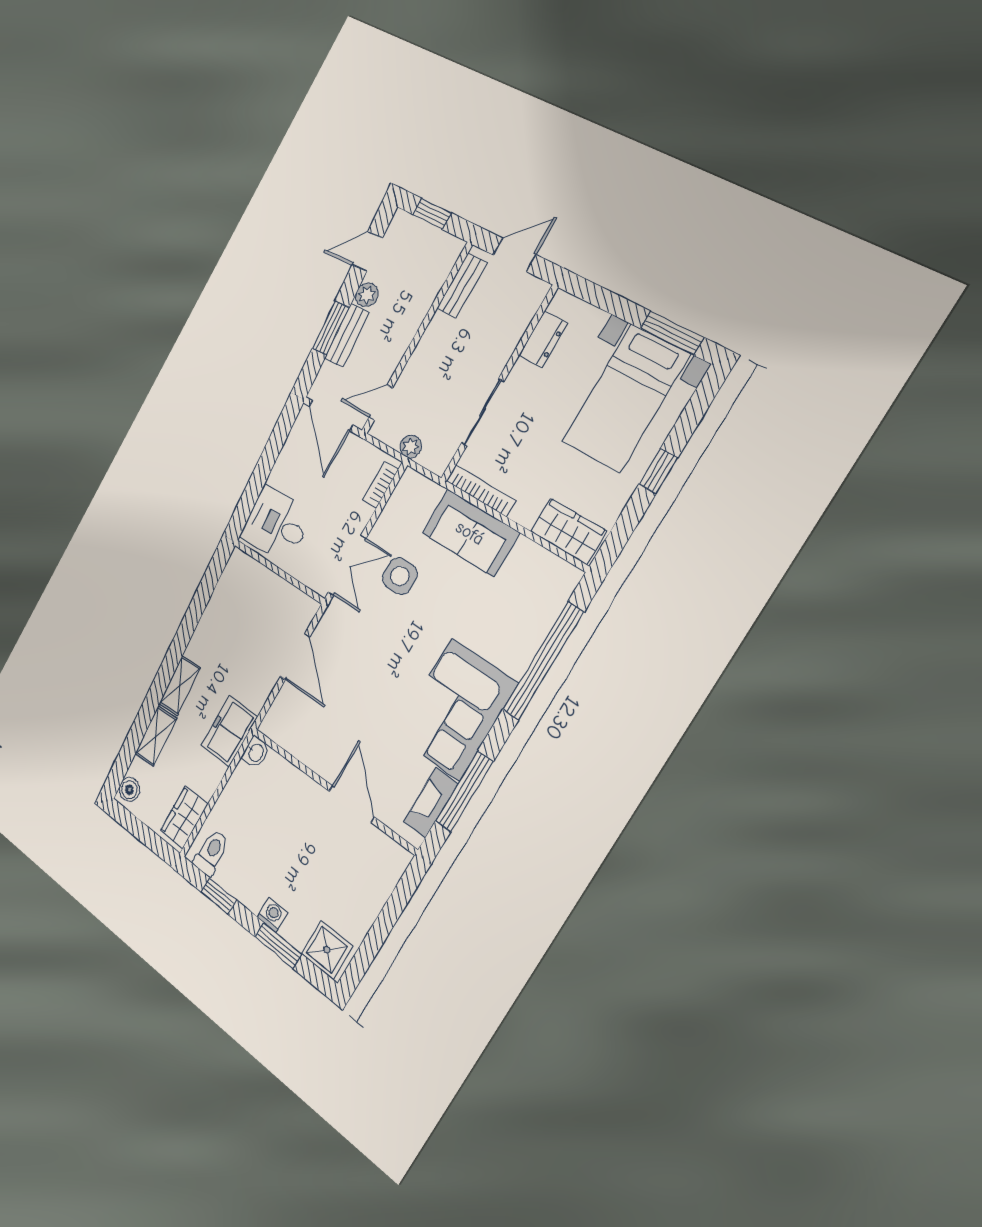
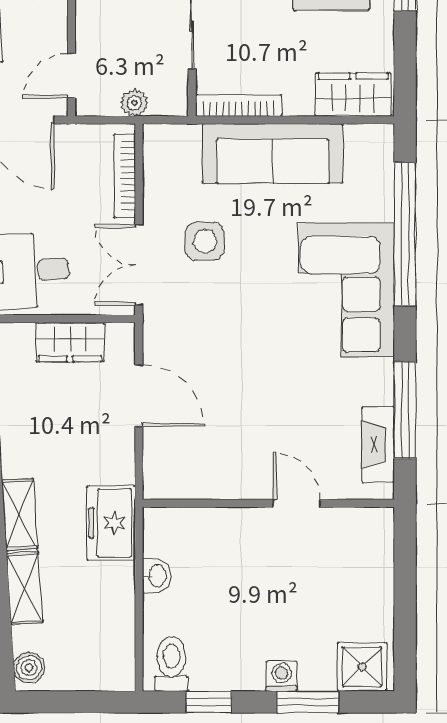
bookcase: (380, 485) -> (125, 176), width x1.56
sofa: (470, 533) -> (272, 153), width x1.36
double door: (347, 565) -> (139, 265), swing flipped
corner sofa: (455, 709) -> (346, 290), moved
washbasin: (256, 752) -> (156, 576), moved
door: (352, 804) -> (297, 503), width x0.73
wardrobe: (184, 818) -> (70, 342), moved, turned -90

